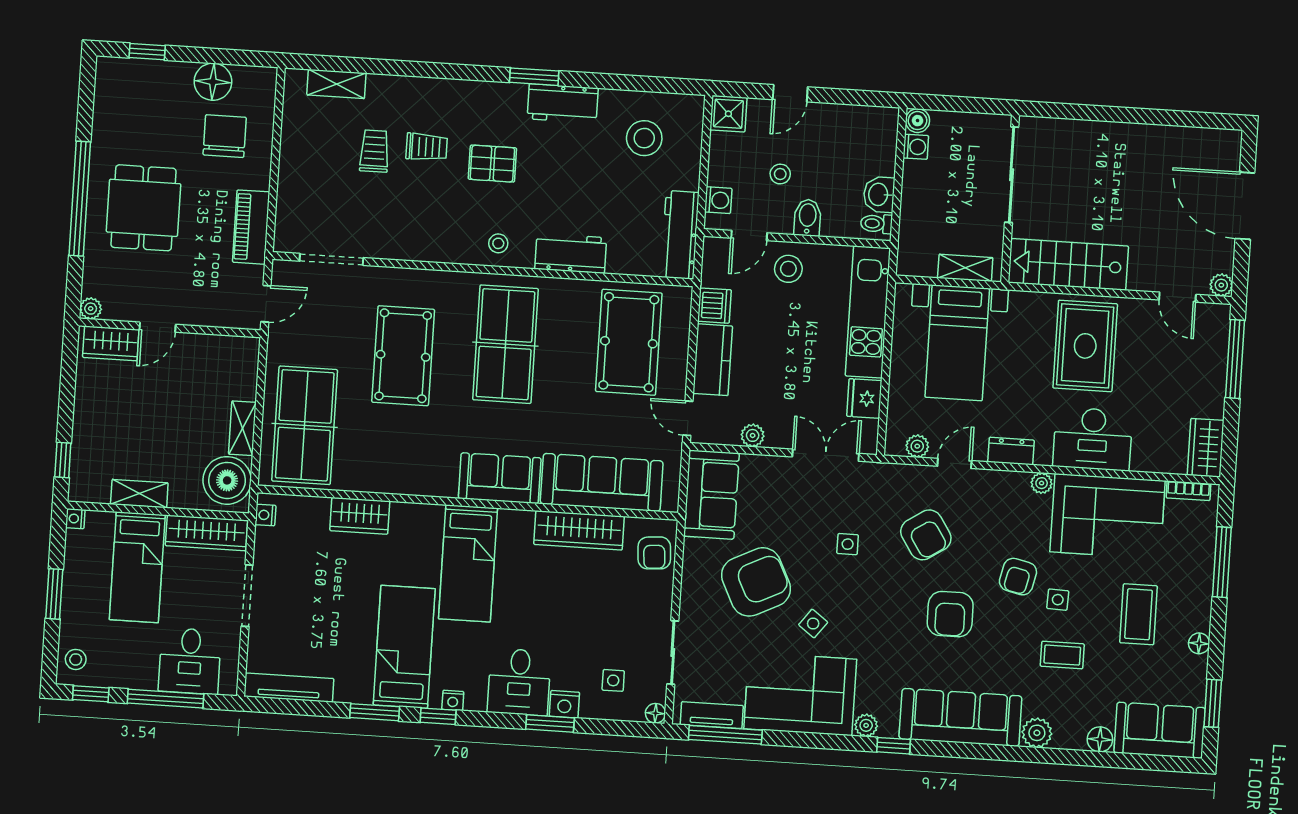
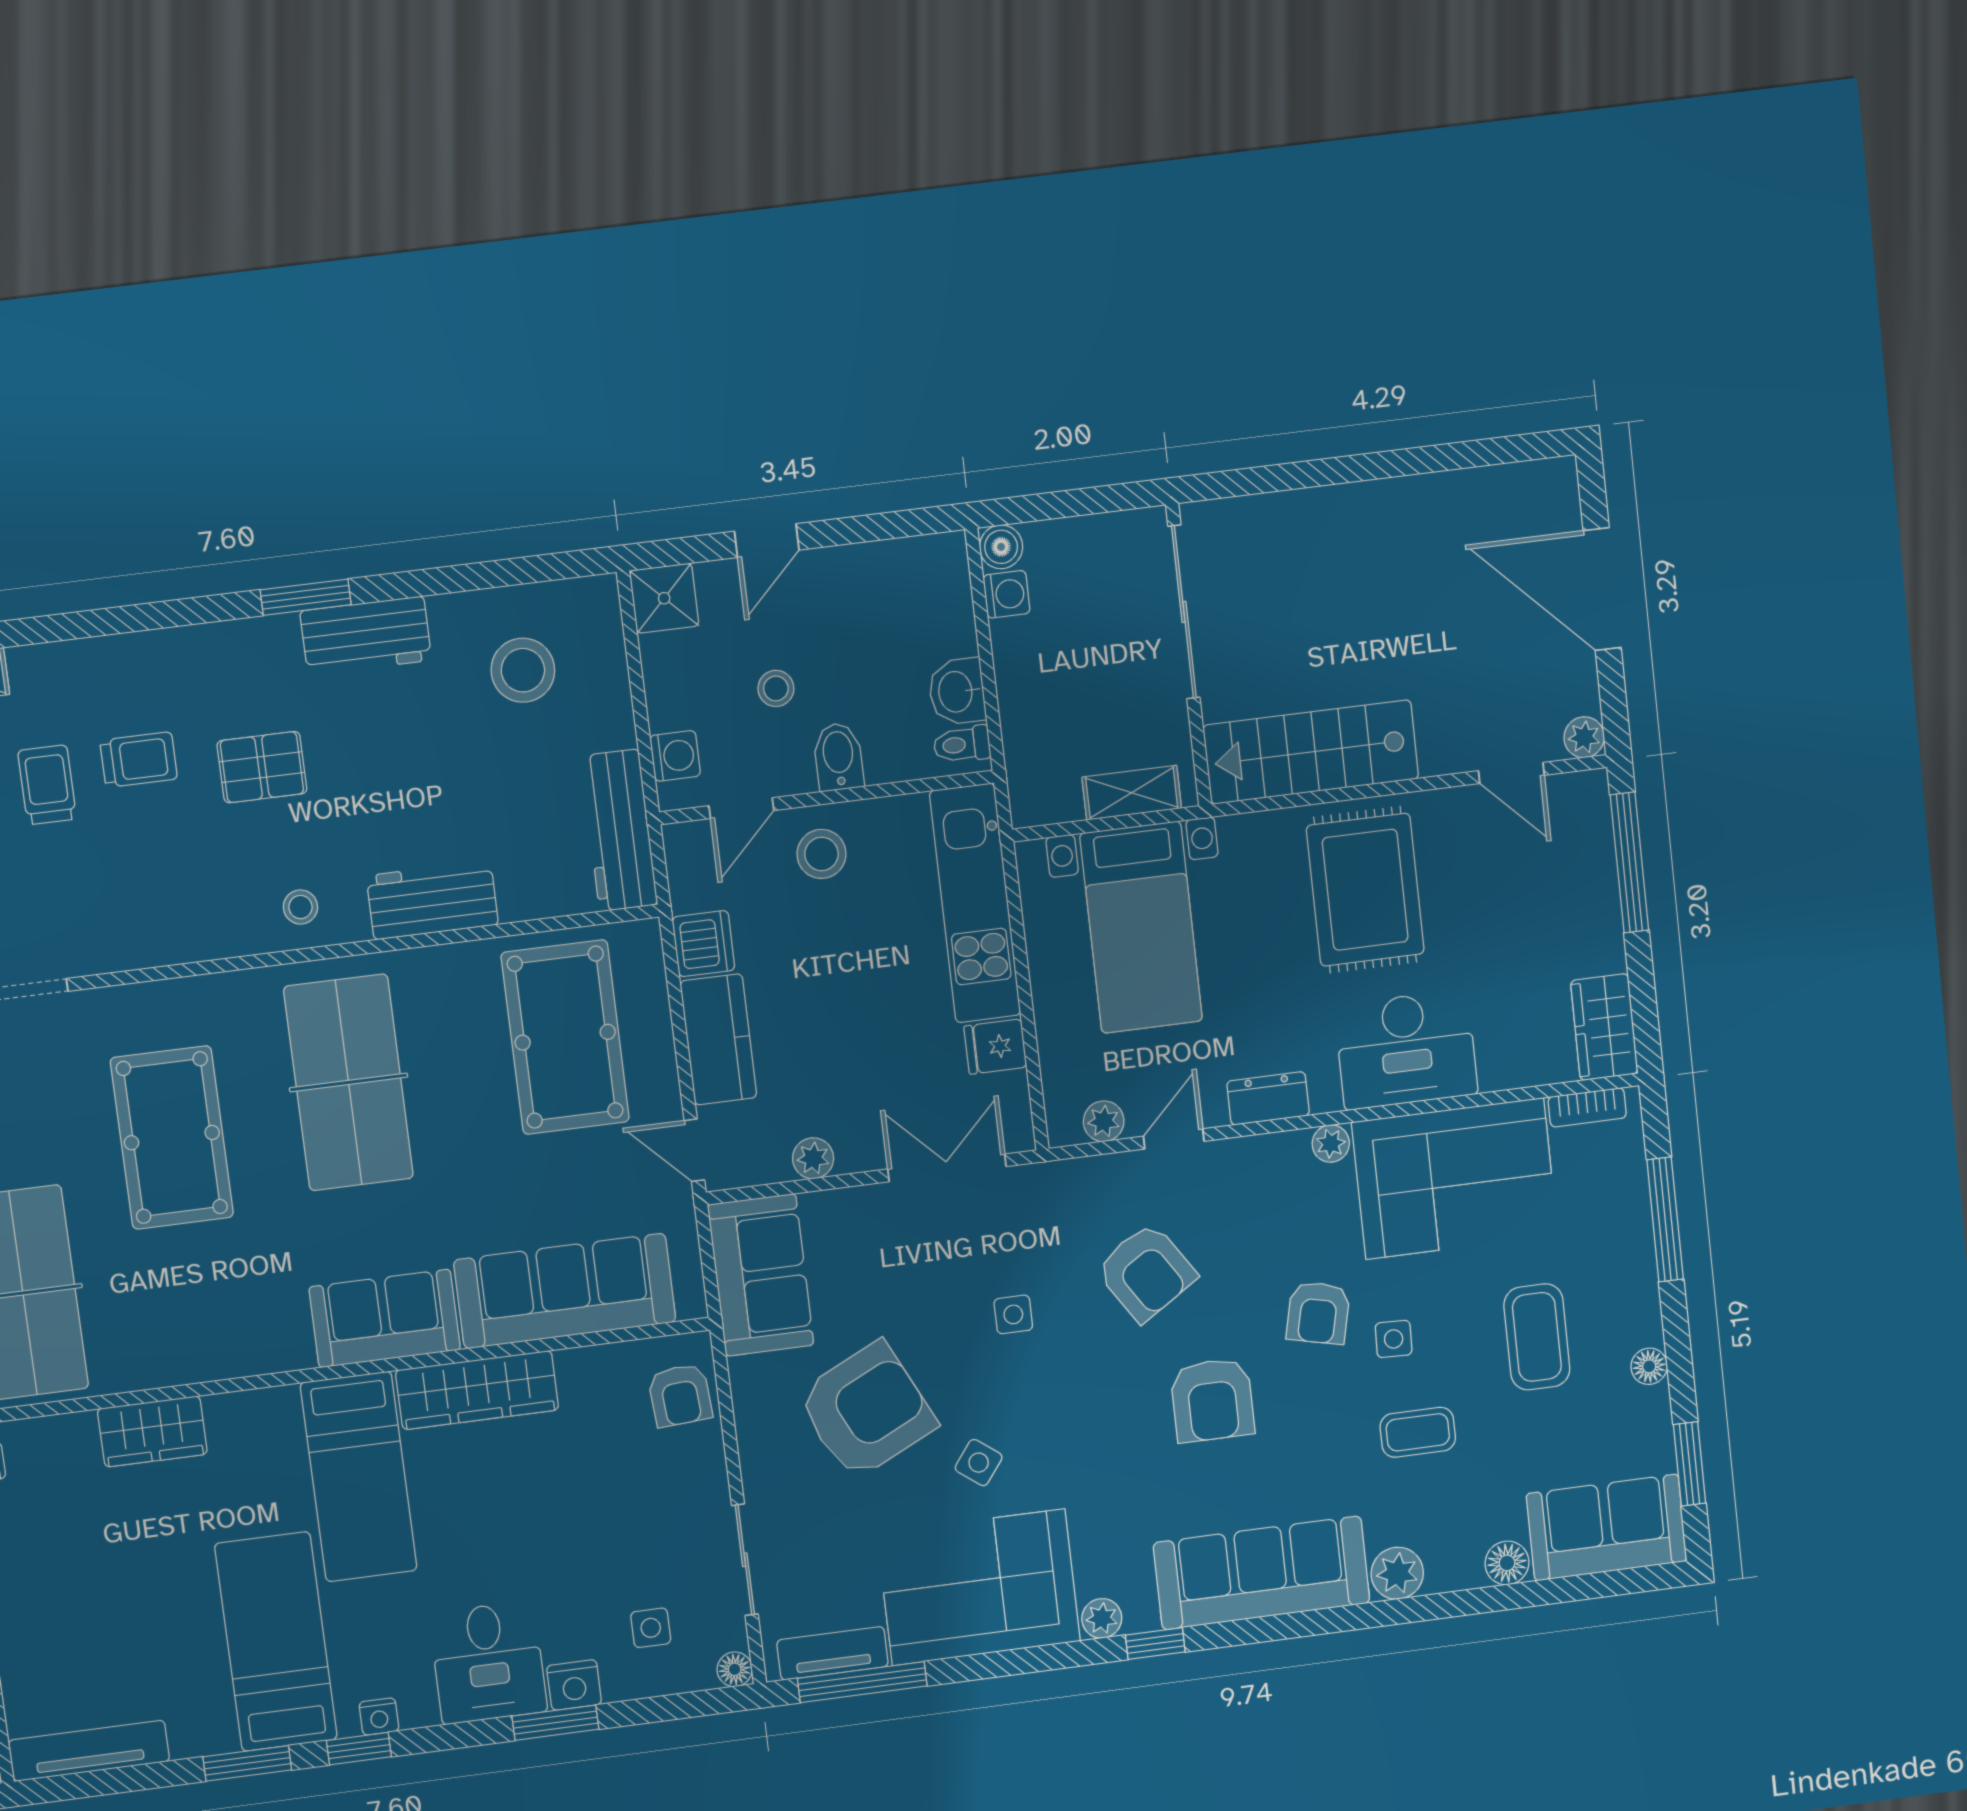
fridge: (864, 398) -> (995, 1047), width x0.72
wardrobe: (579, 530) -> (477, 1390), moved

